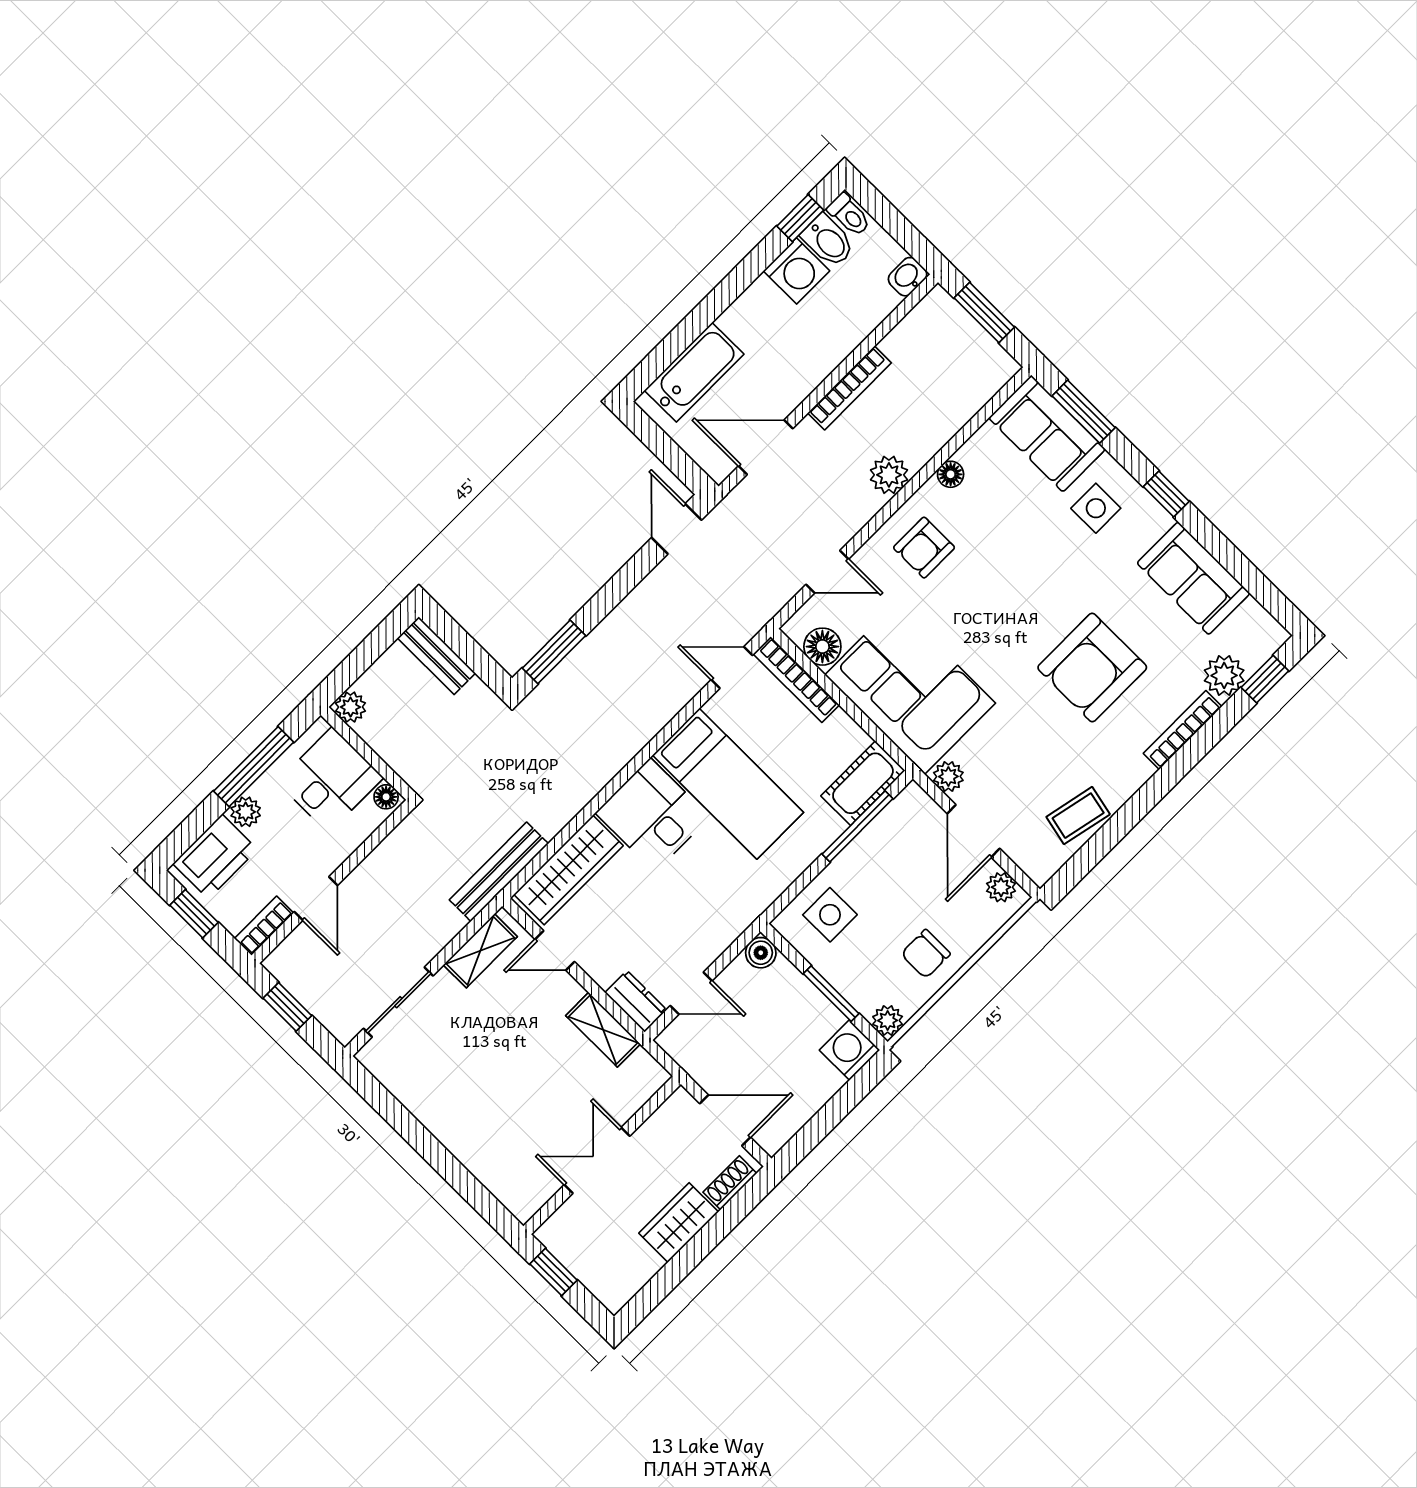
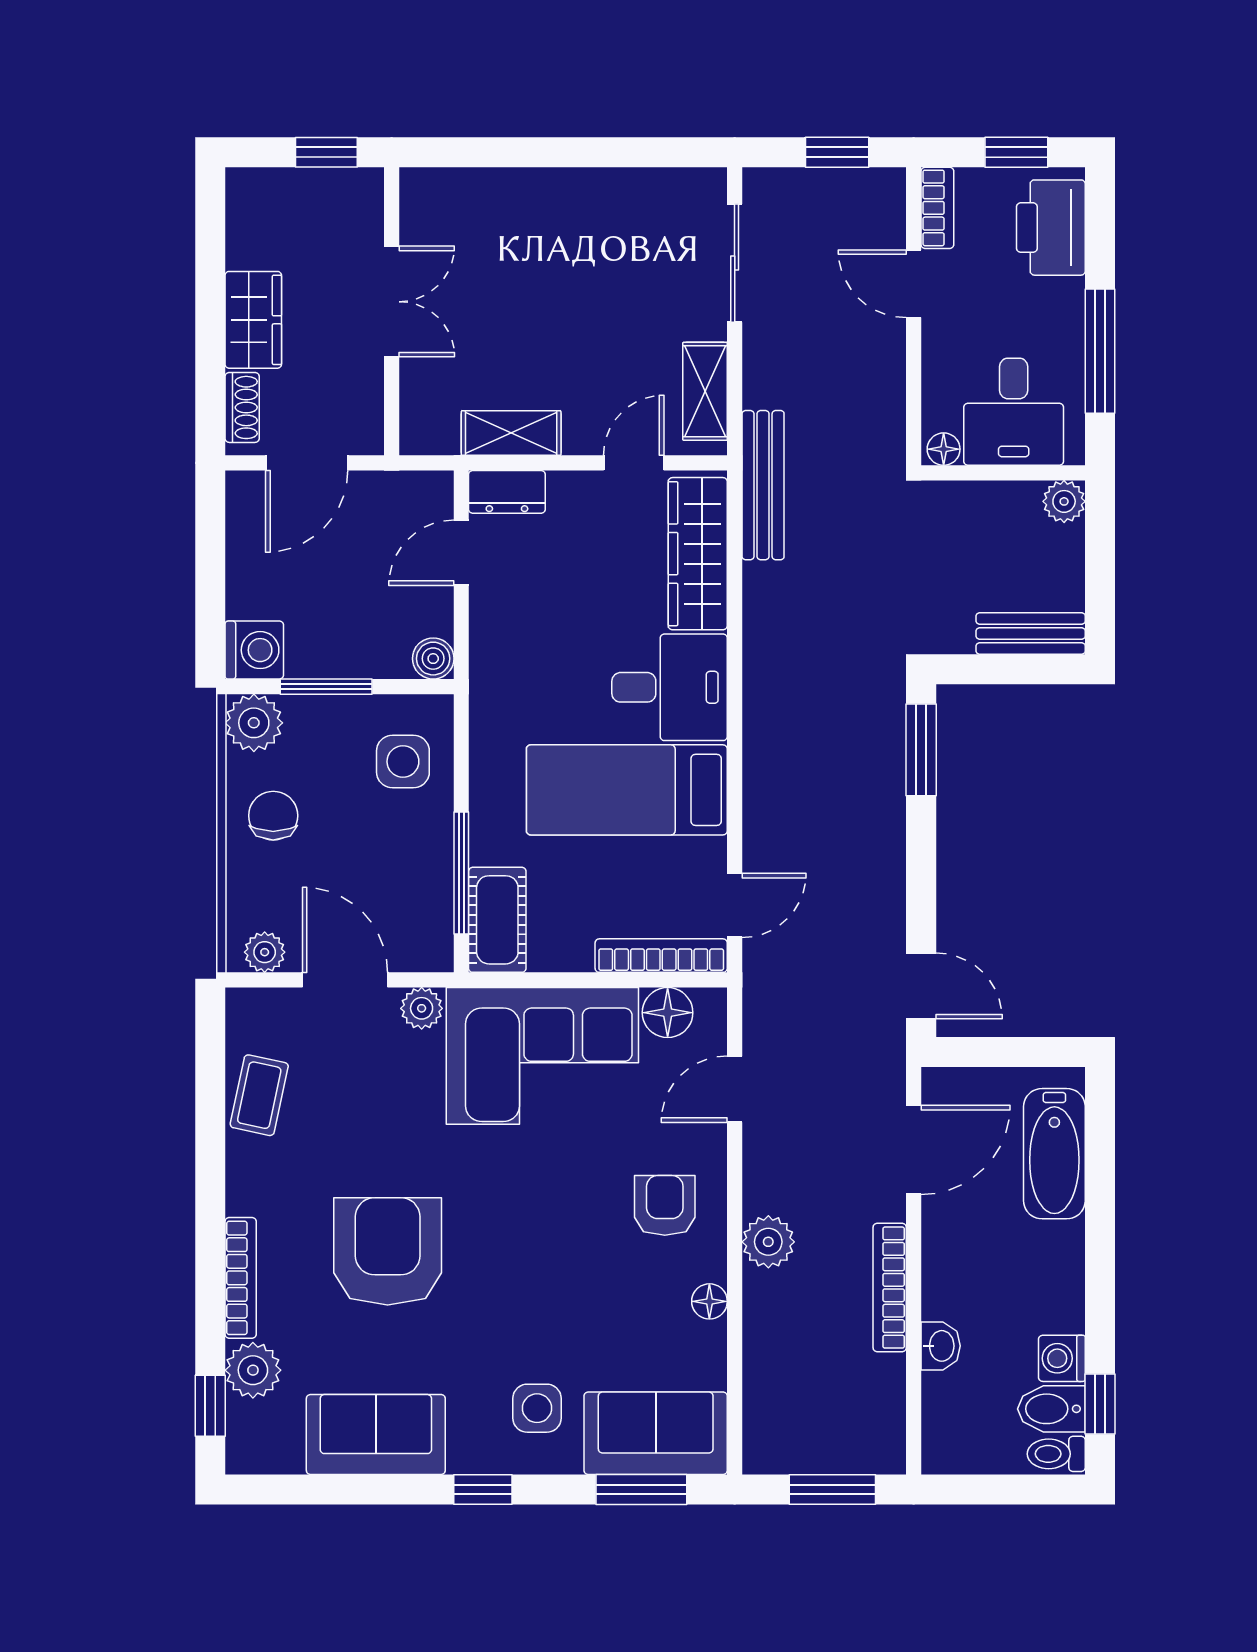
washing machine: (796, 271) -> (1062, 1358), width x0.73, depth x0.73
washbasin: (908, 277) -> (941, 1346), moved
plant: (246, 812) -> (1064, 300), removed
plant: (888, 1020) -> (254, 723), width x1.38, depth x1.38

